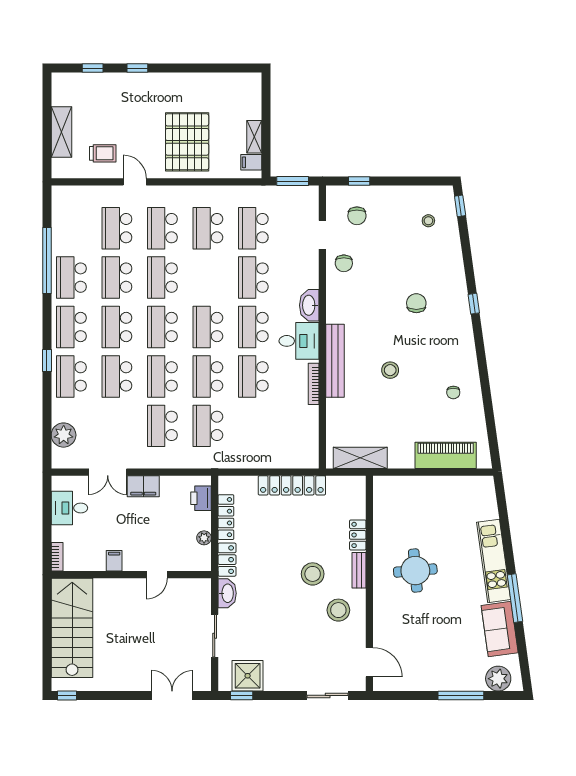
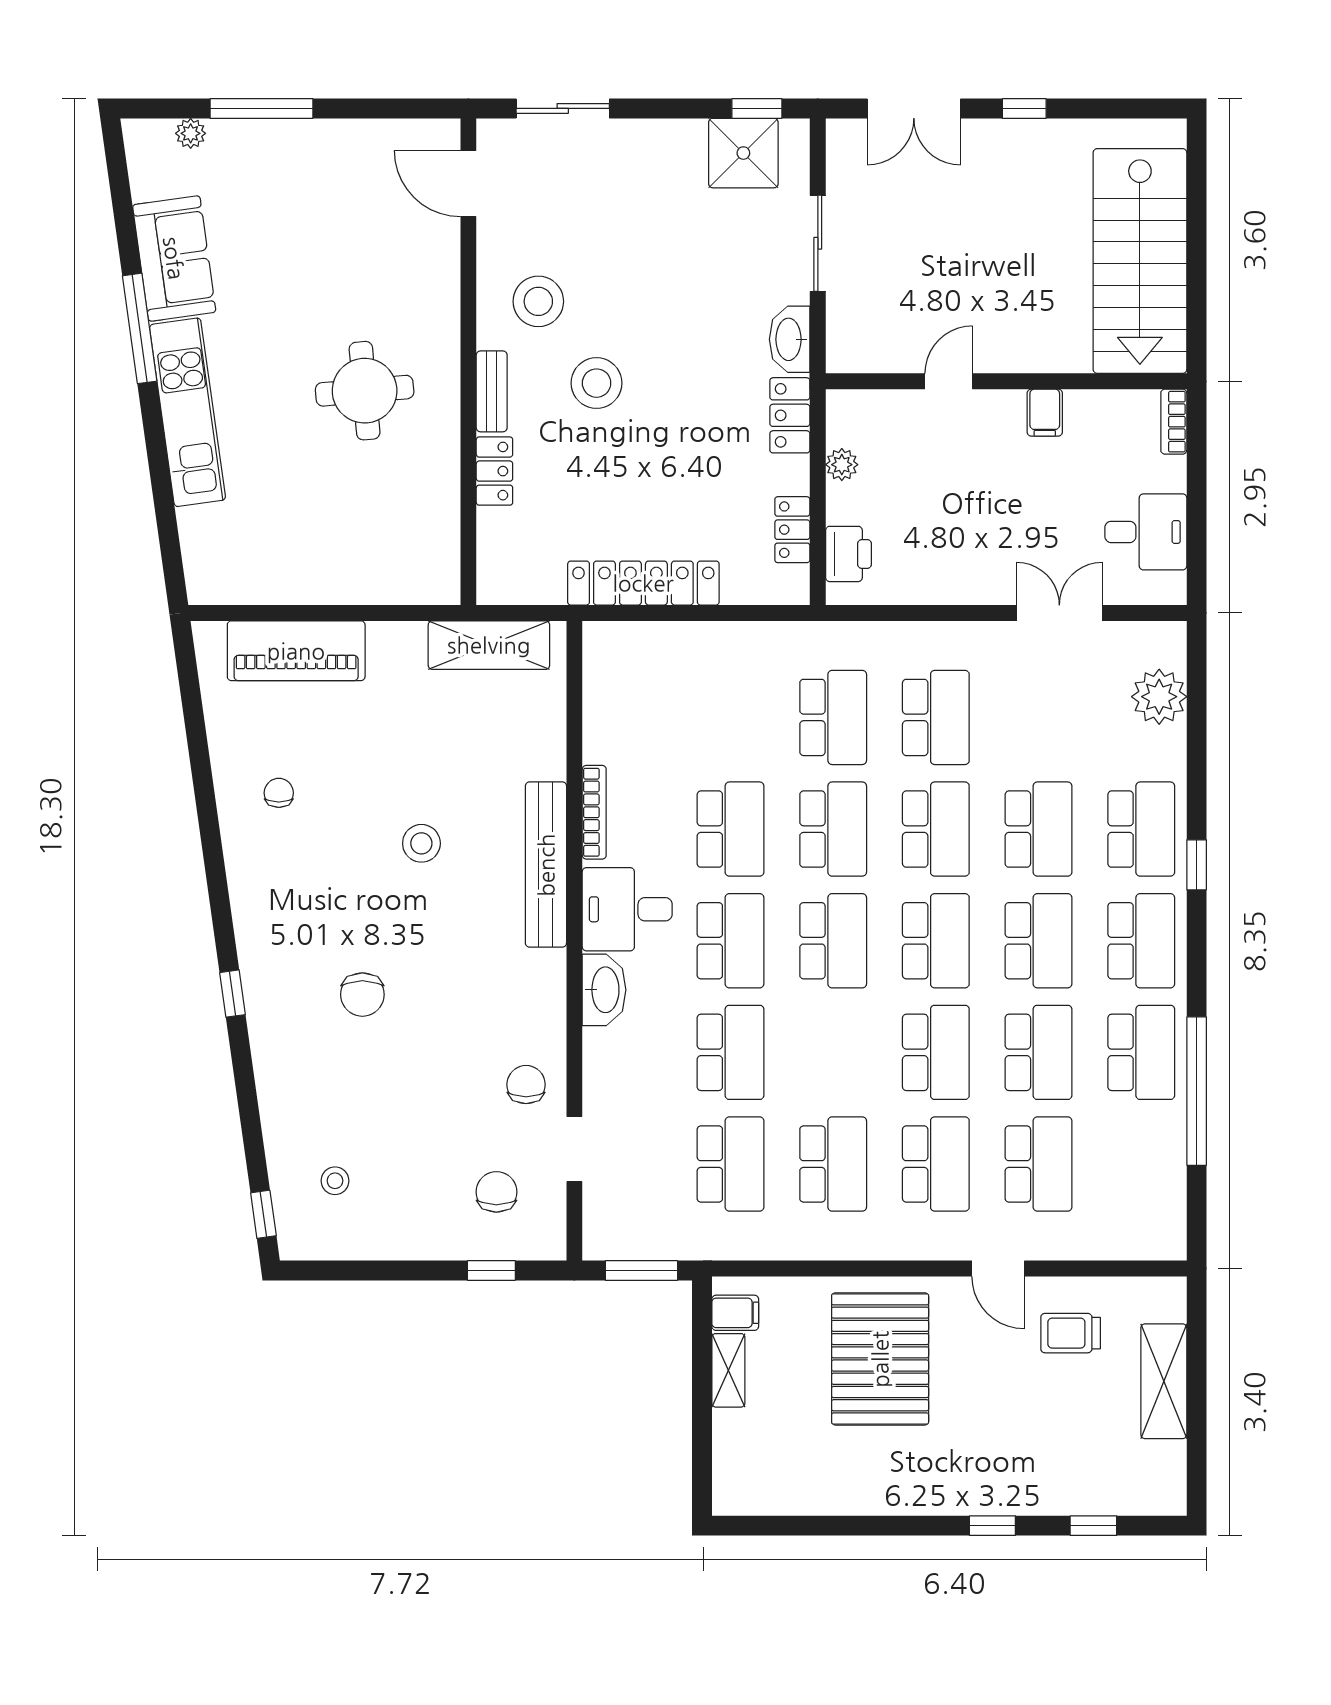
filing cabinet: (143, 486) -> (979, 581), removed
locker: (226, 517) -> (792, 530), width x0.66
plant: (498, 679) -> (191, 133), width x0.53, depth x0.53
window: (67, 695) -> (1024, 108), moved

